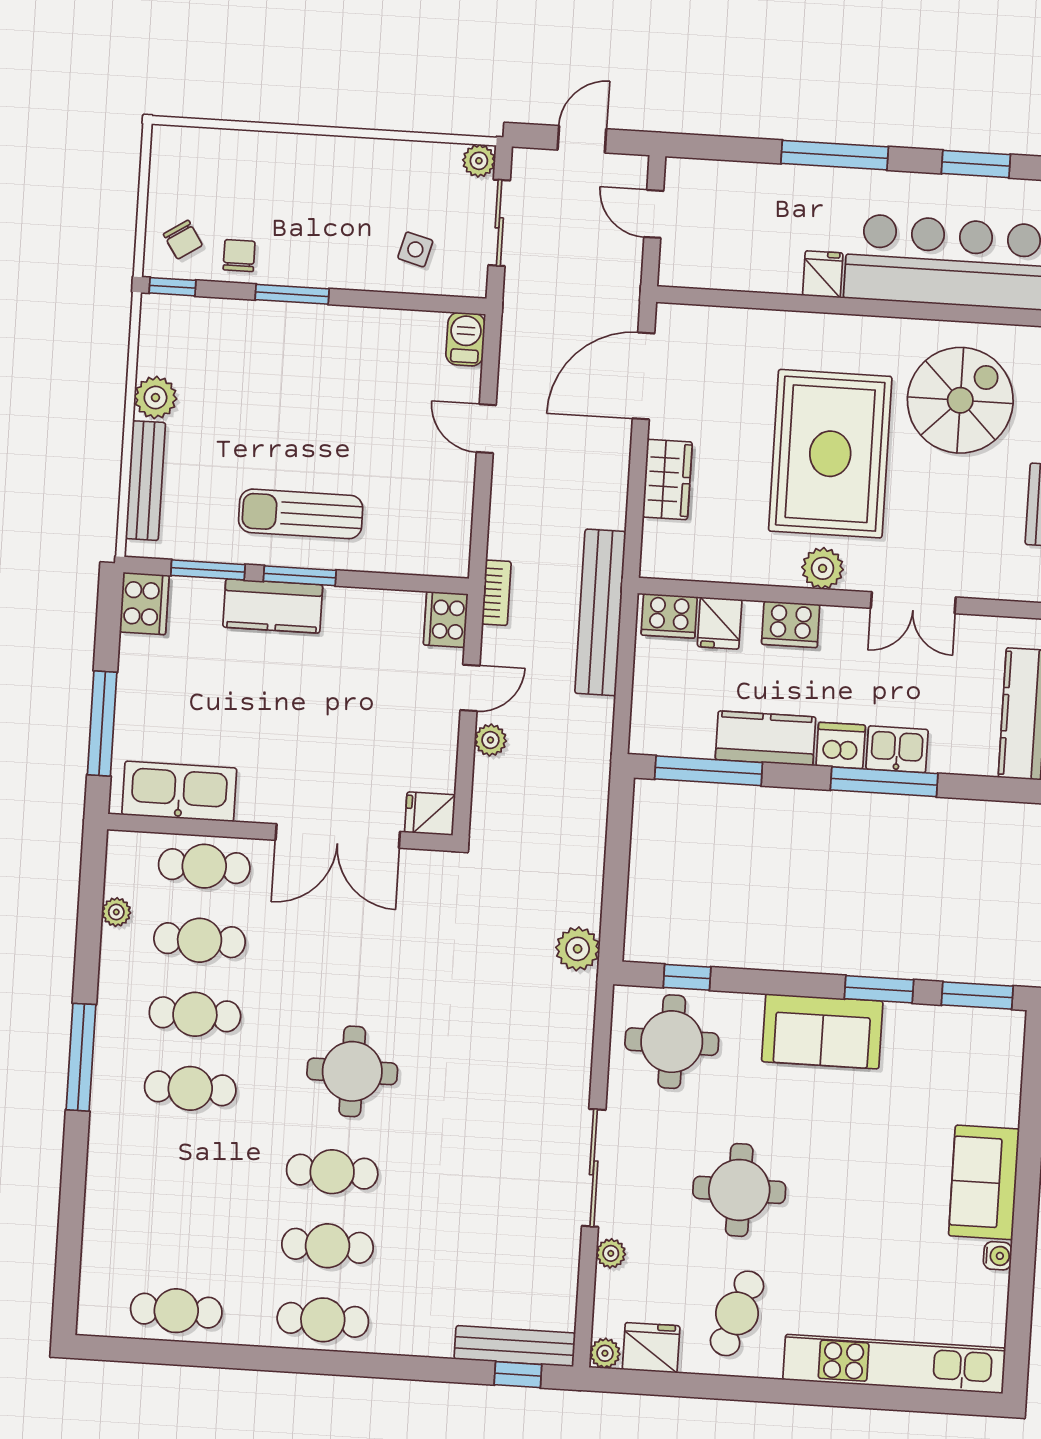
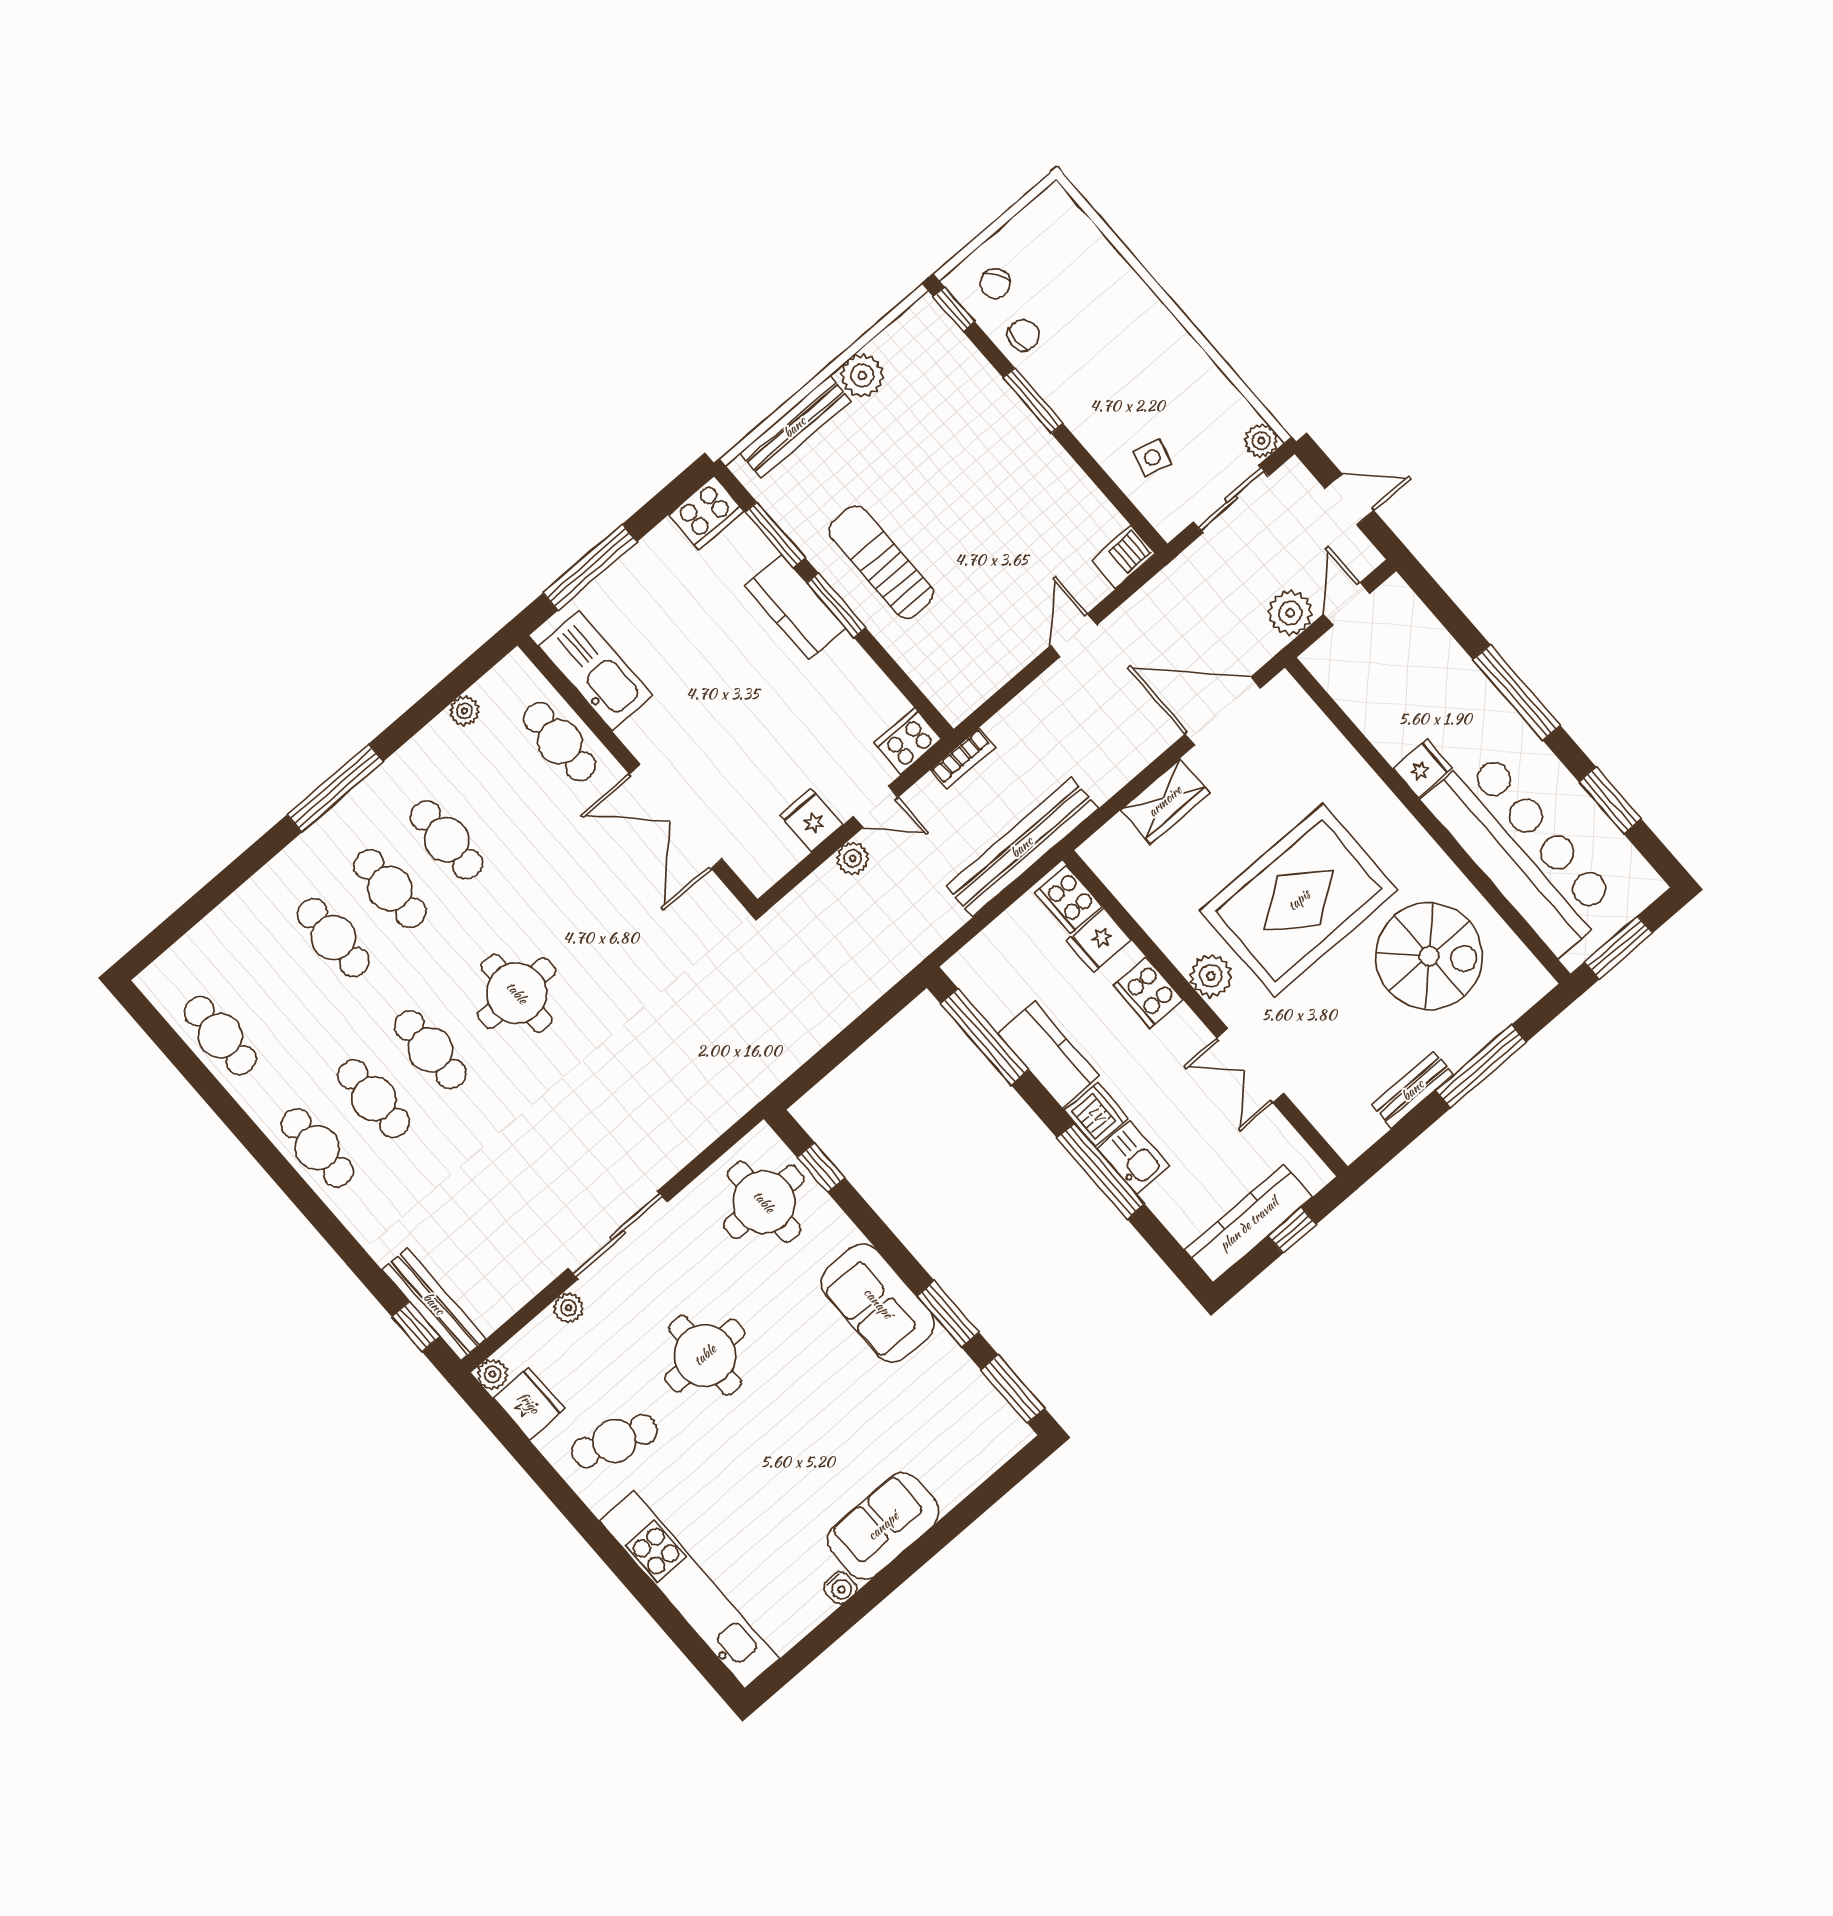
fridge: (430, 814) -> (811, 820), moved
cafe table: (200, 940) -> (333, 938), moved
plant: (578, 949) -> (1290, 613), moved

